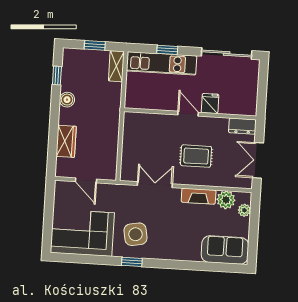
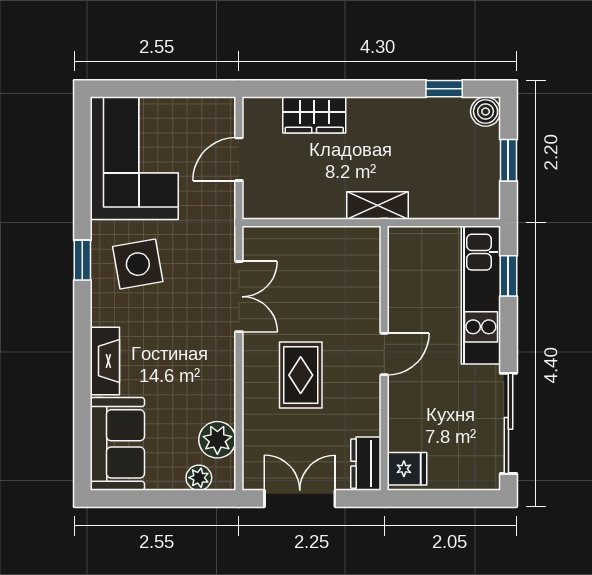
window: (167, 50) -> (508, 276), moved
shelving: (116, 66) -> (378, 206), moved
boiler: (67, 100) -> (486, 112), moved
fridge: (210, 103) -> (407, 469), moved
fireplace: (199, 196) -> (105, 361), moved, turned 180

